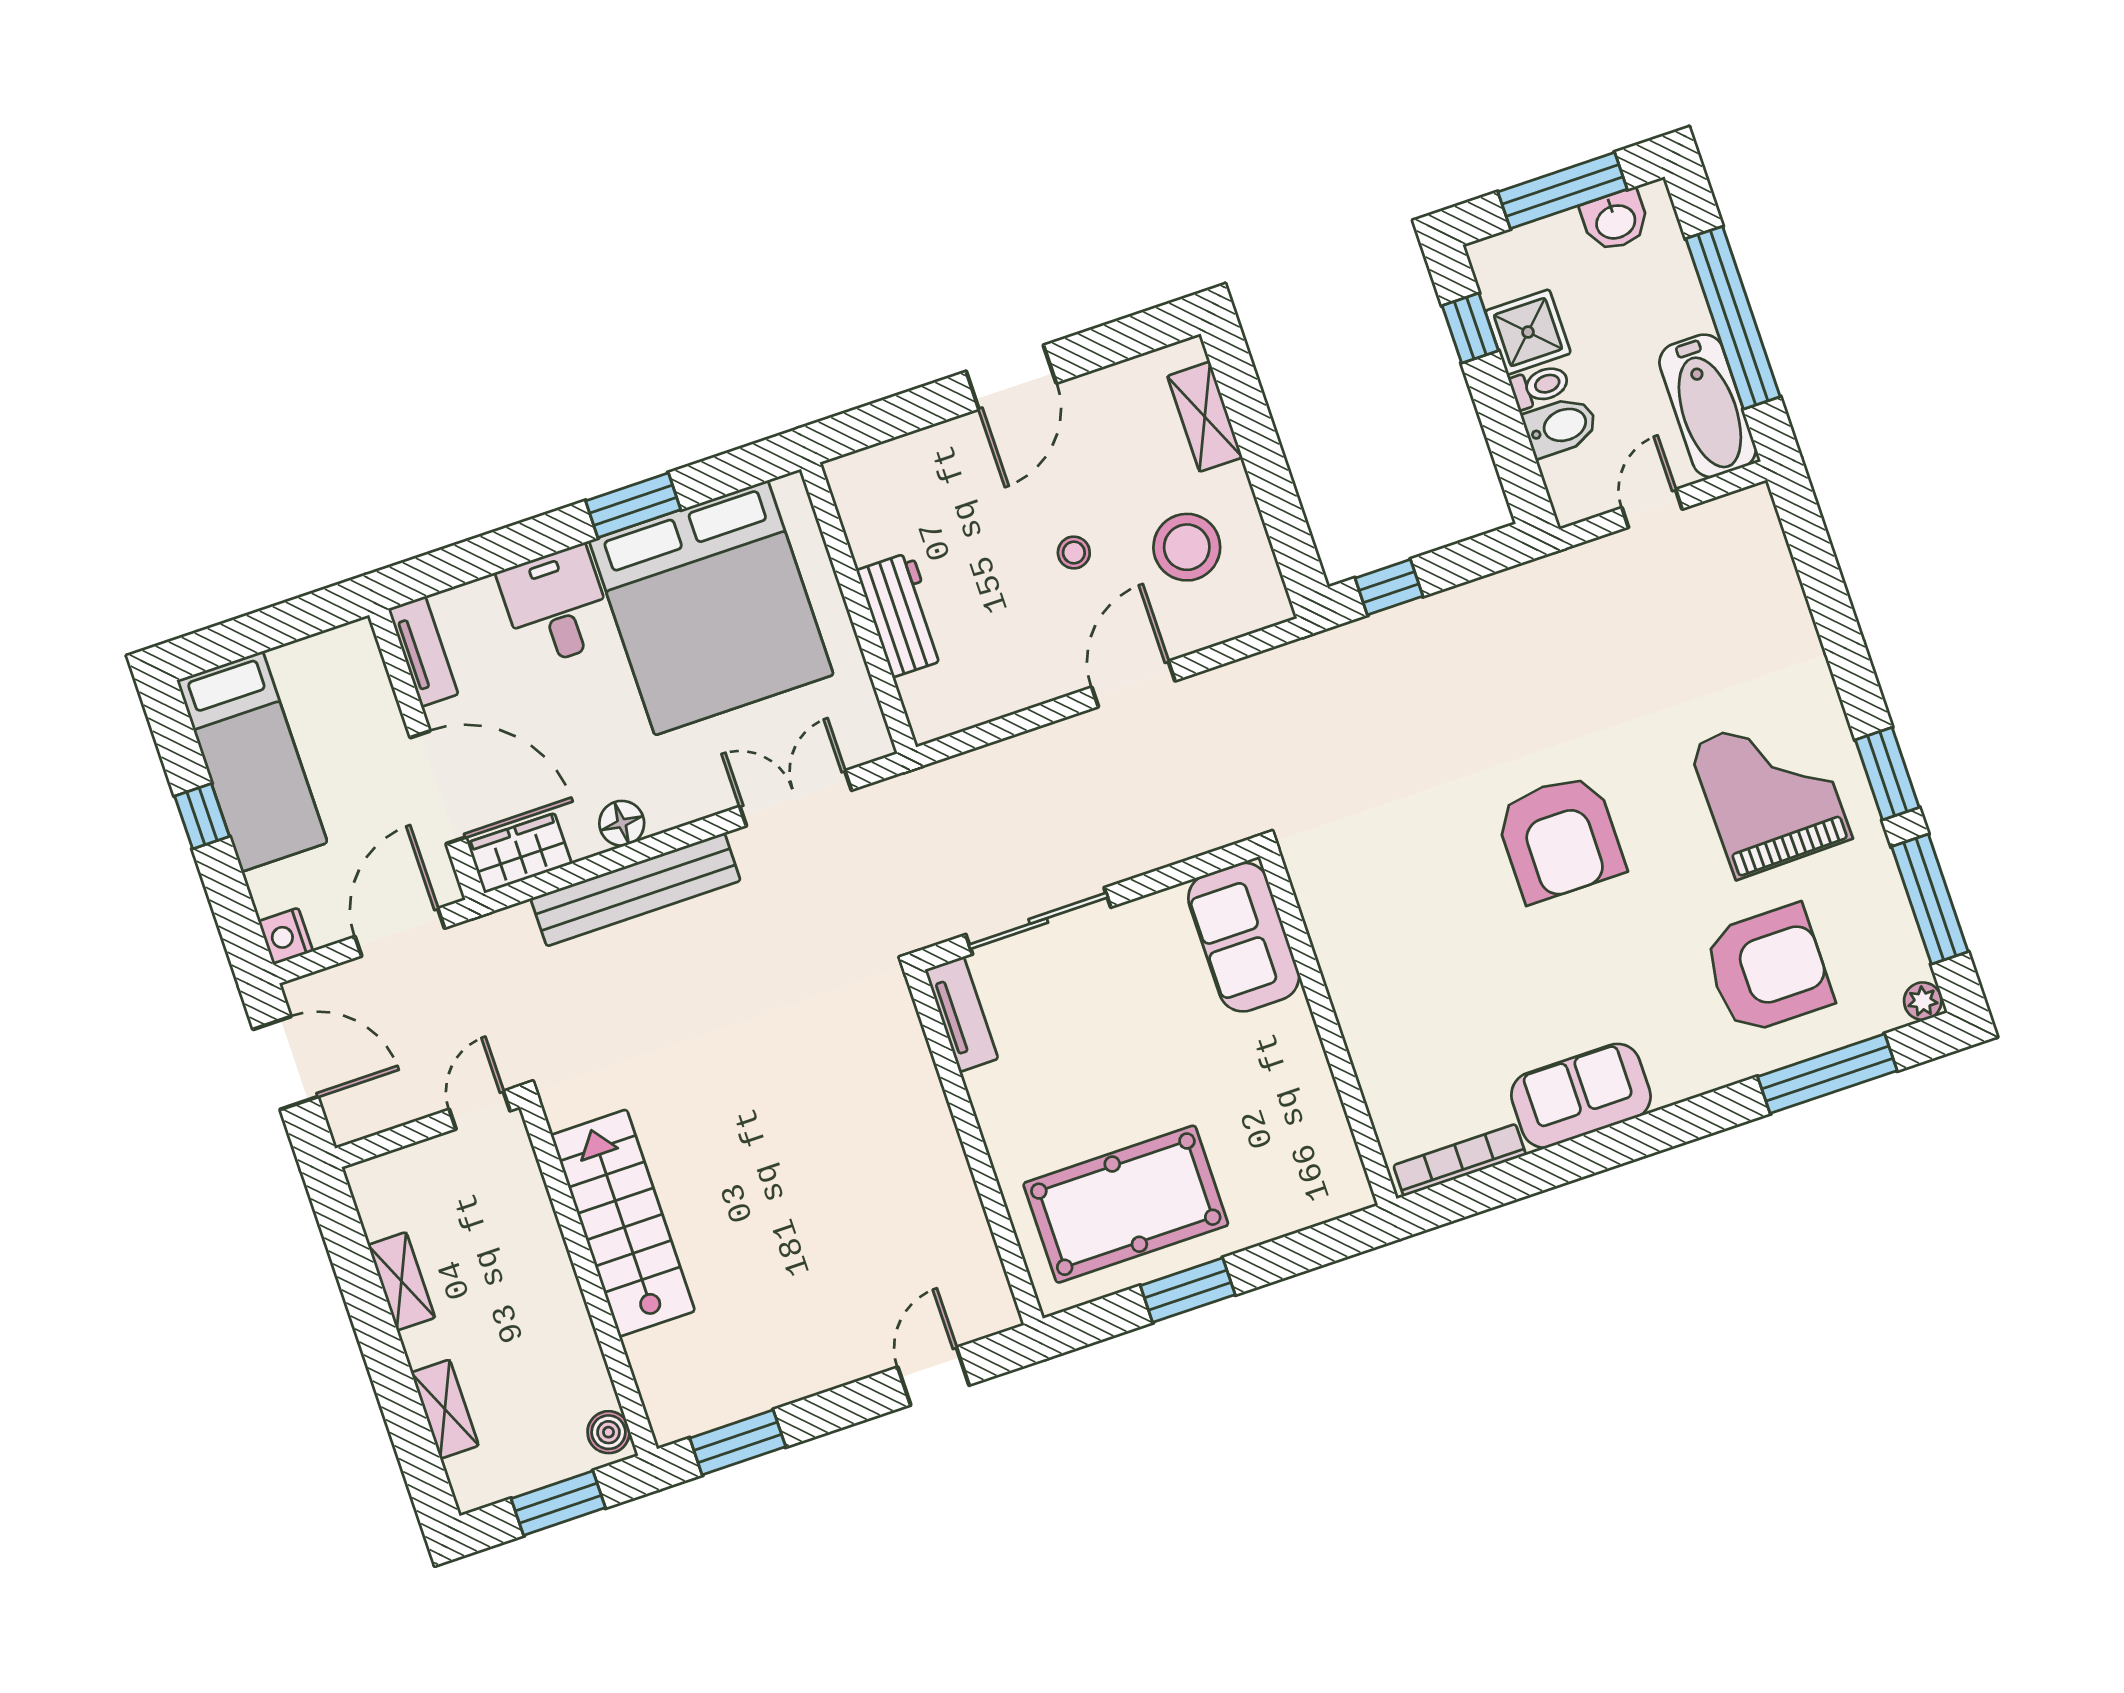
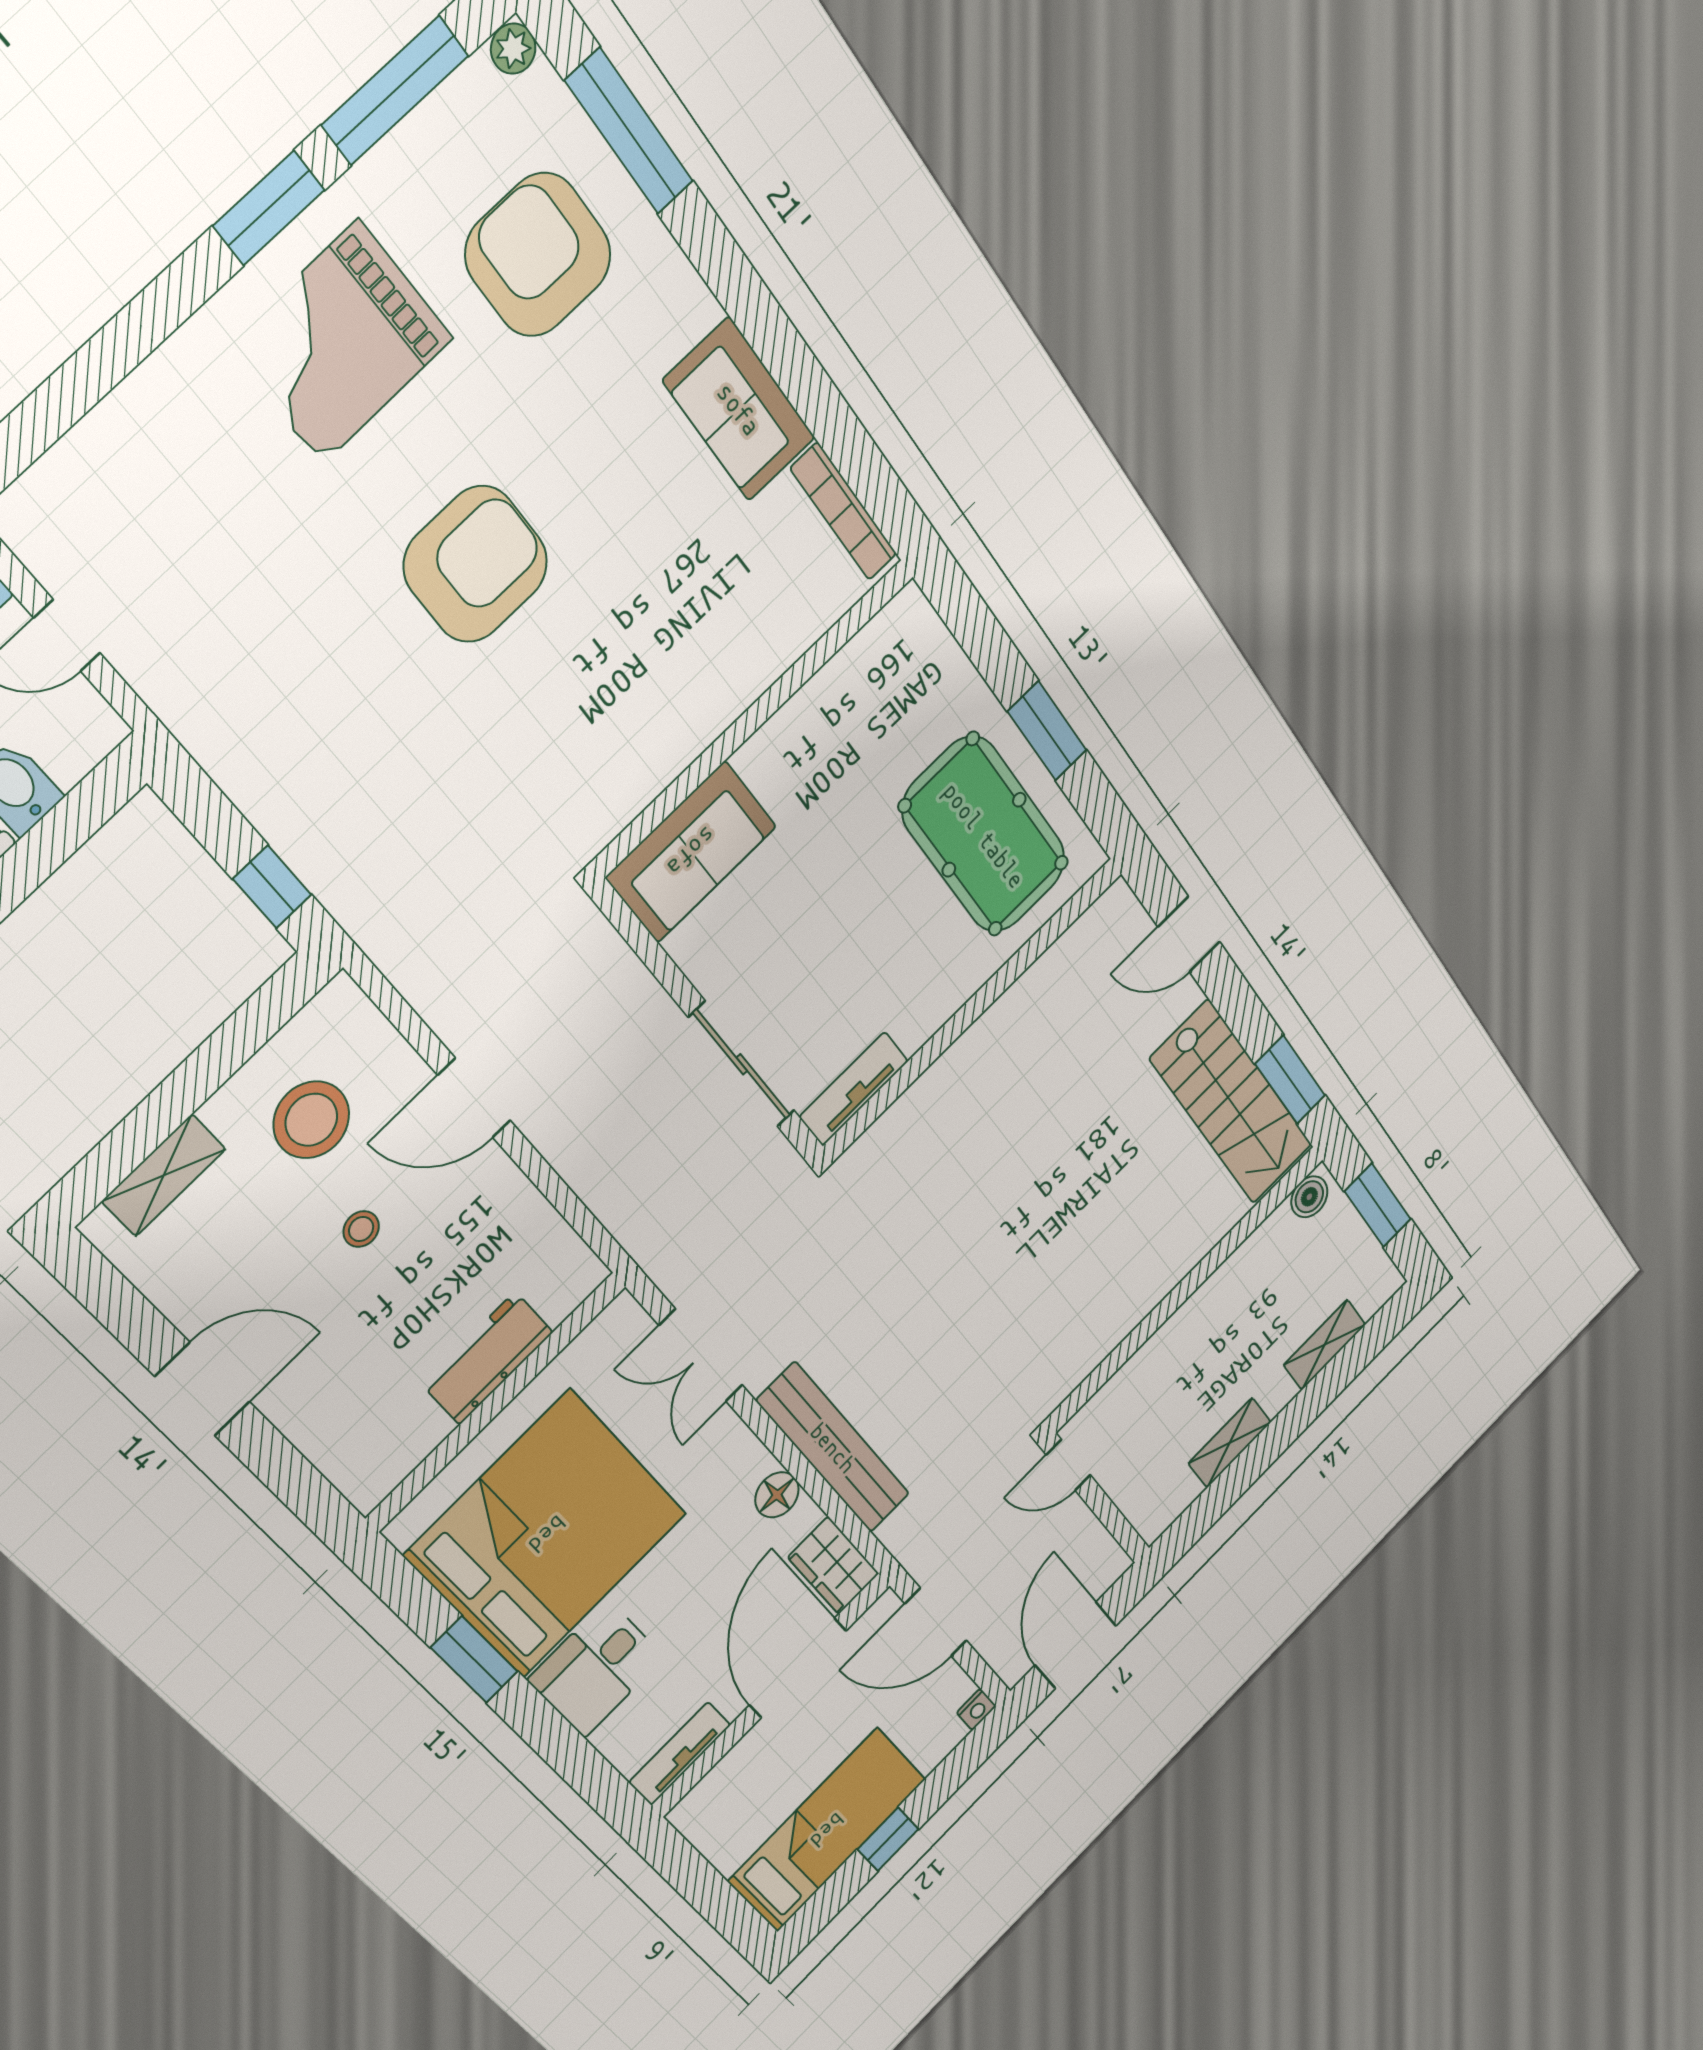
nightstand: (286, 936) -> (976, 1709), width x0.72, depth x0.74
stairs: (623, 1223) -> (1231, 1102), moved, turned -90

